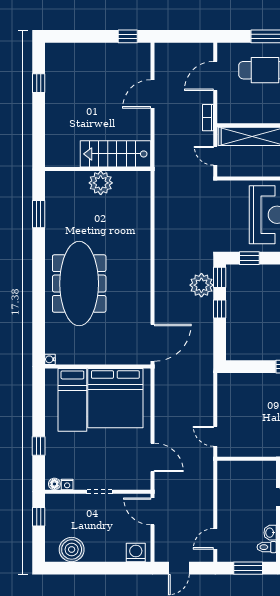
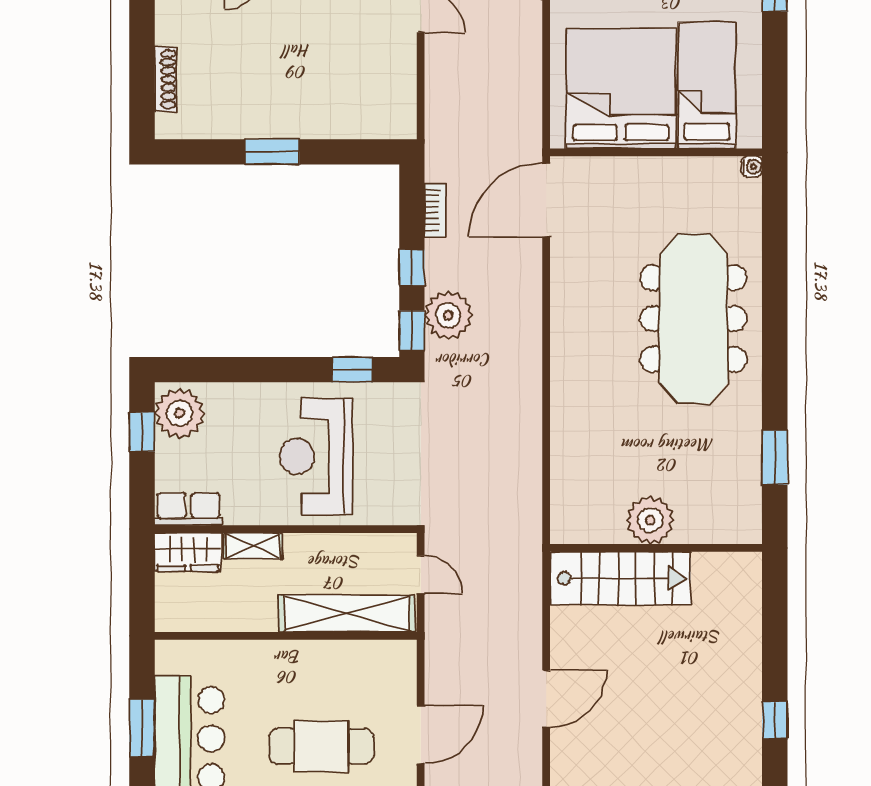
bookcase: (208, 118) -> (435, 210), moved

